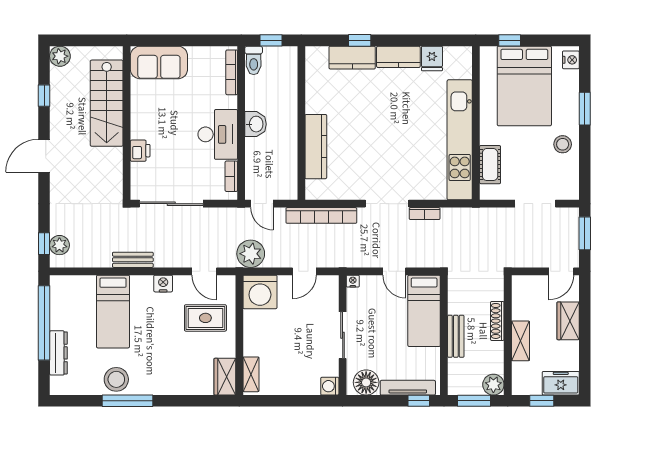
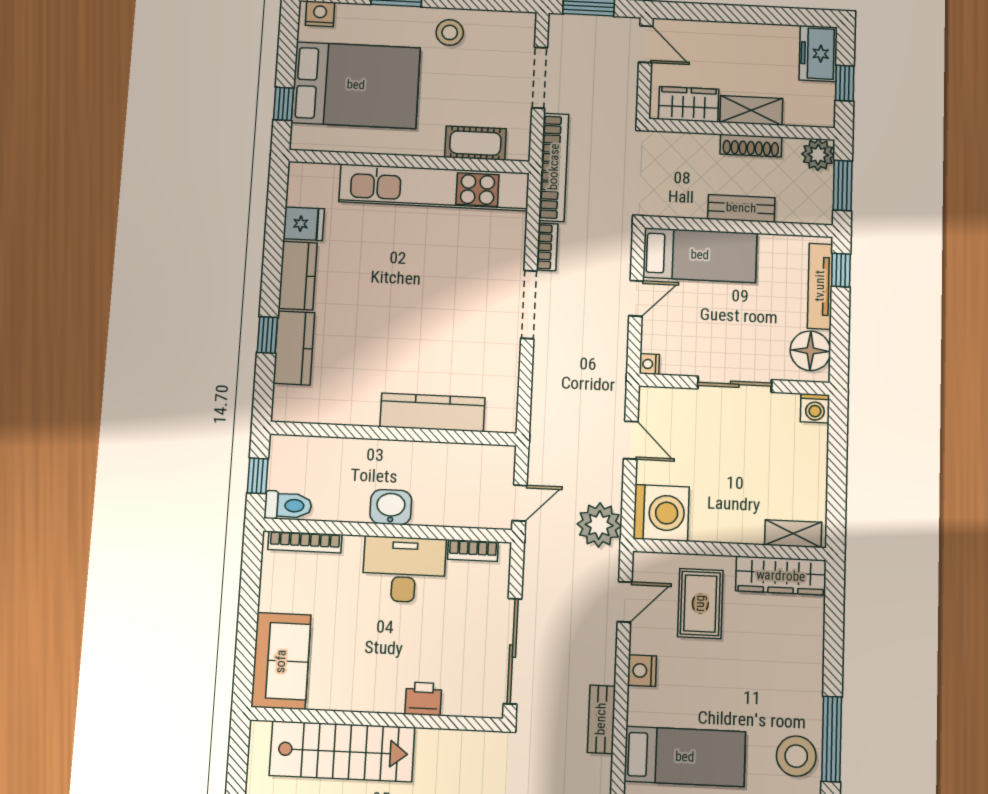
bookcase: (321, 215) -> (554, 167), moved
shoe rack: (497, 321) -> (751, 145), moved
wardrobe: (568, 321) -> (689, 104), moved, turned 180
wardrobe: (225, 377) -> (781, 576), width x1.50

